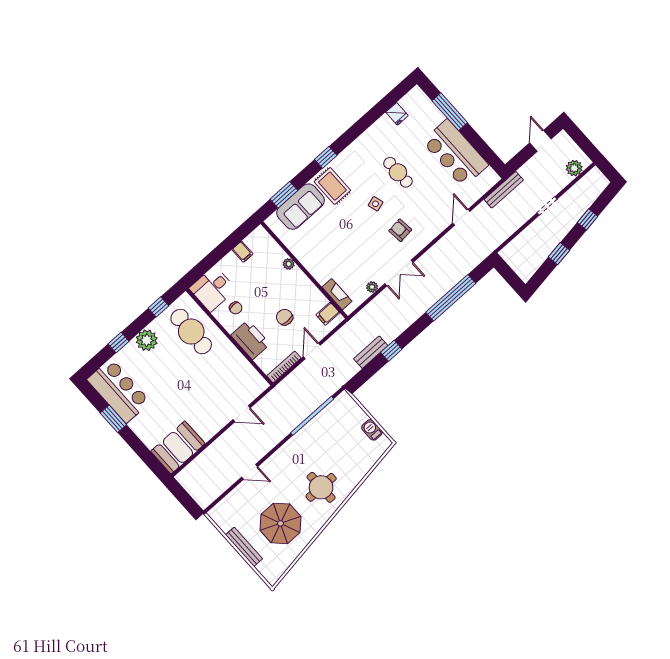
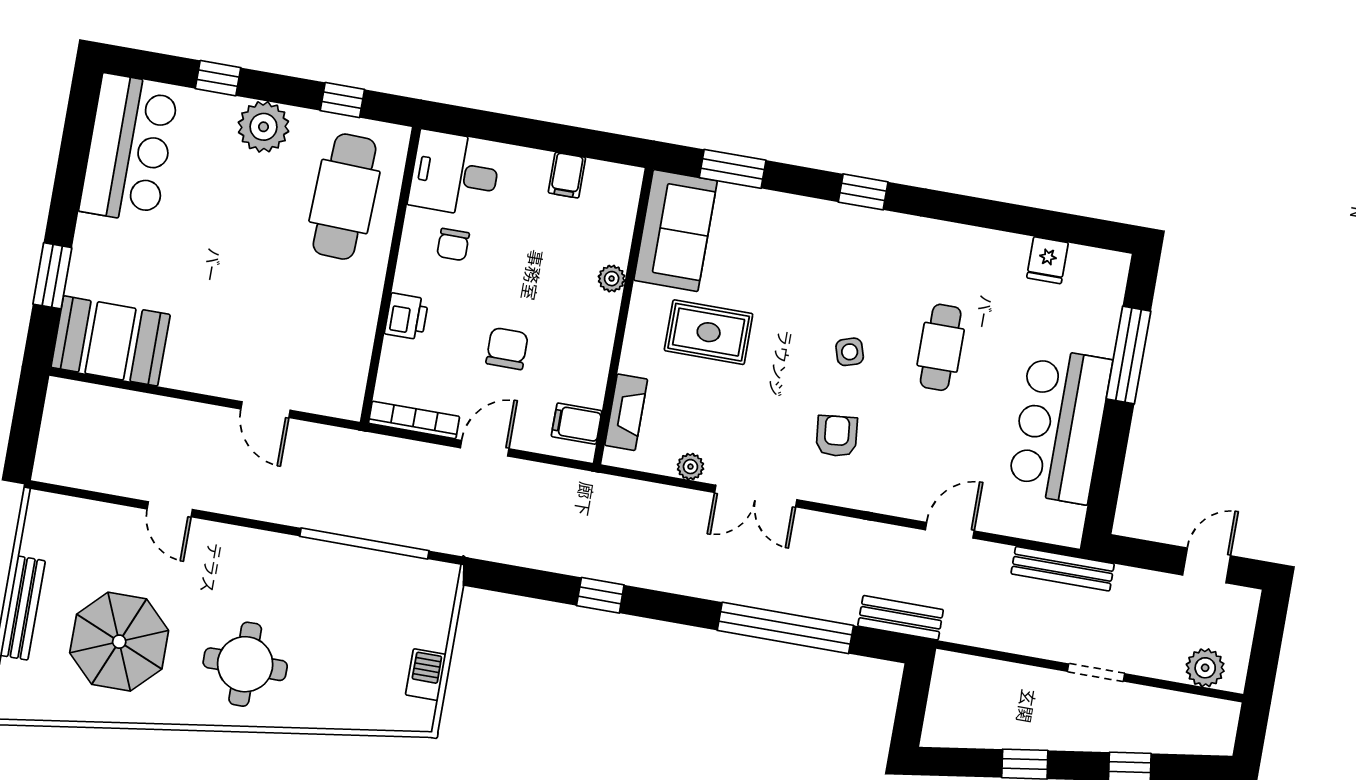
rug: (332, 186) -> (709, 332), moved, turned 90
sofa: (300, 207) -> (676, 231), moved, turned -90
printer: (250, 340) -> (406, 316), width x0.53, depth x0.68
bench: (371, 352) -> (901, 618), moved
window: (113, 419) -> (52, 276), moved

